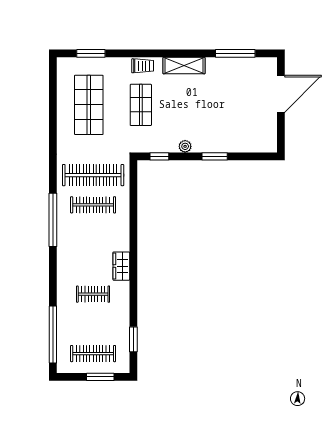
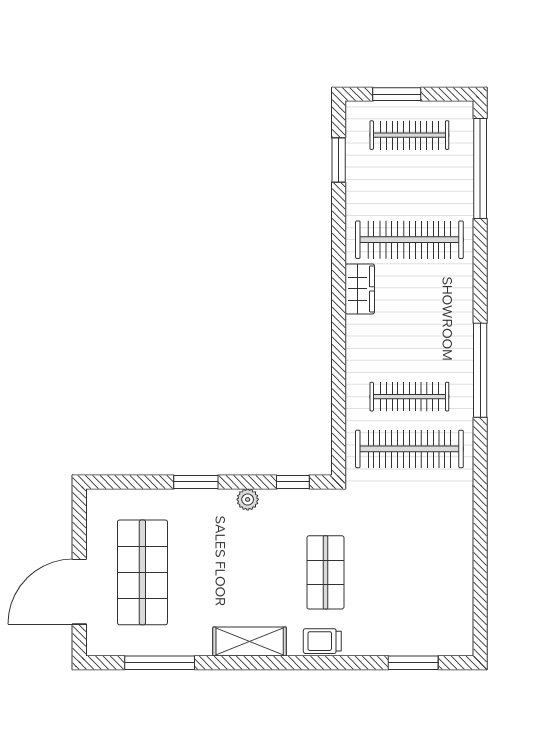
shop shelf: (89, 105) -> (142, 572), moved
clothes rail: (93, 294) -> (409, 240), width x1.86, depth x1.31

